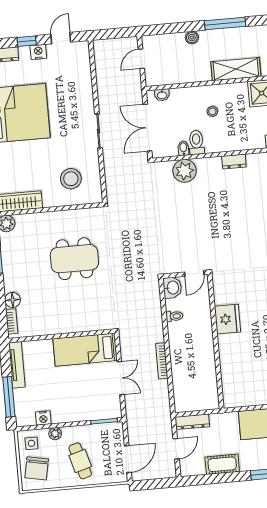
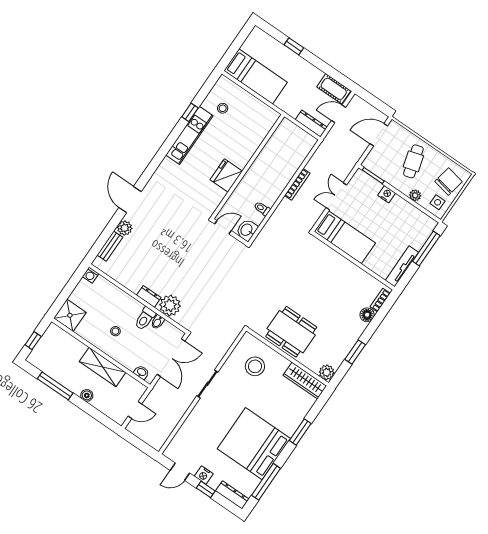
shelving: (236, 69) -> (103, 367), moved
dresser: (234, 161) -> (149, 296), moved
dining table: (74, 259) -> (291, 332), moved
nightstand: (43, 418) -> (387, 194), moved
cot: (222, 464) -> (334, 89), moved

